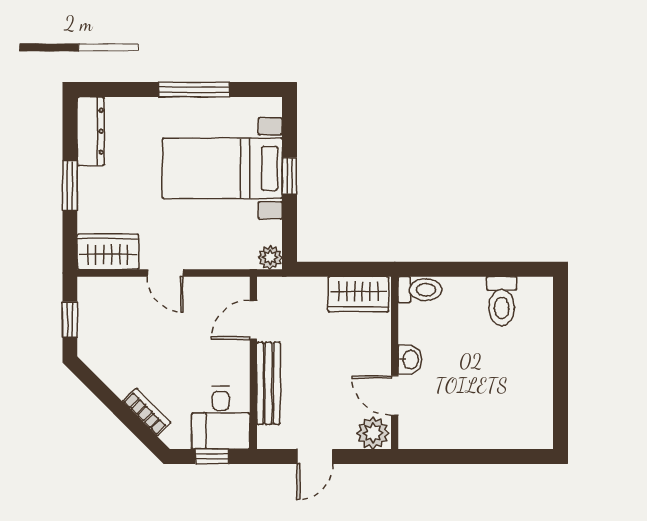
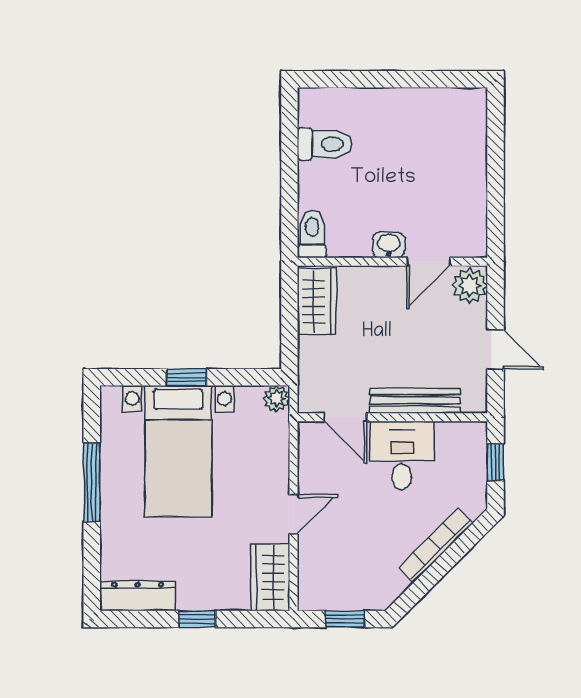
window: (70, 185) -> (197, 619), width x0.67
bookcase: (147, 412) -> (436, 545), width x1.56
desk: (221, 418) -> (402, 455), moved, turned -90

